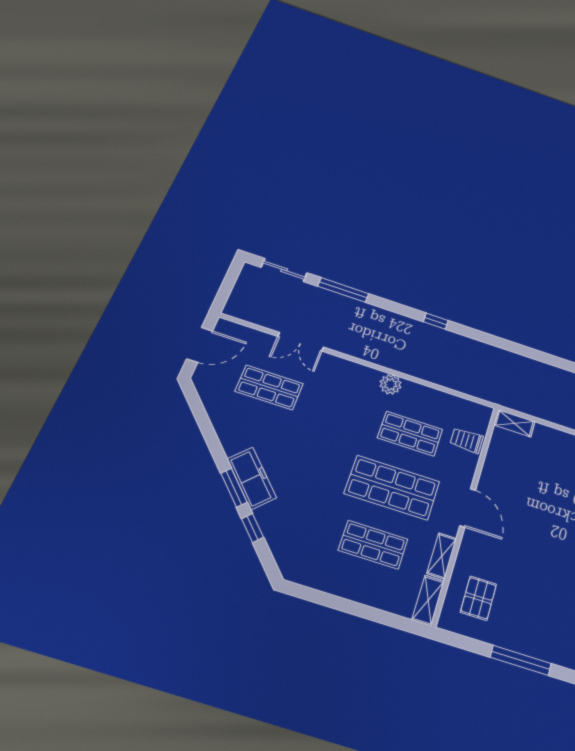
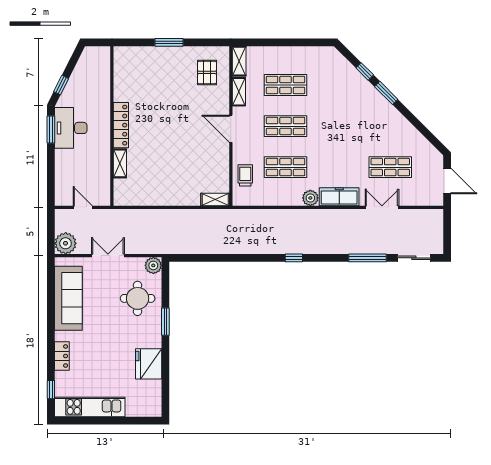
door: (200, 345) -> (447, 181), swing flipped
trolley: (467, 440) -> (245, 175), turned -90
freezer: (252, 478) -> (339, 197), moved, turned 135
shop shelf: (392, 487) -> (286, 126), width x0.70, depth x0.74
window: (521, 660) -> (169, 42), width x0.69

